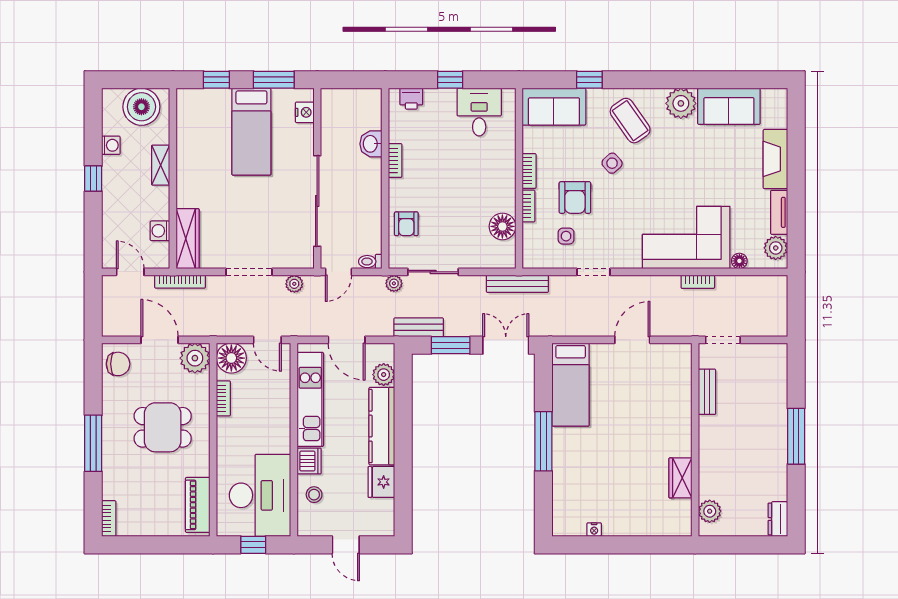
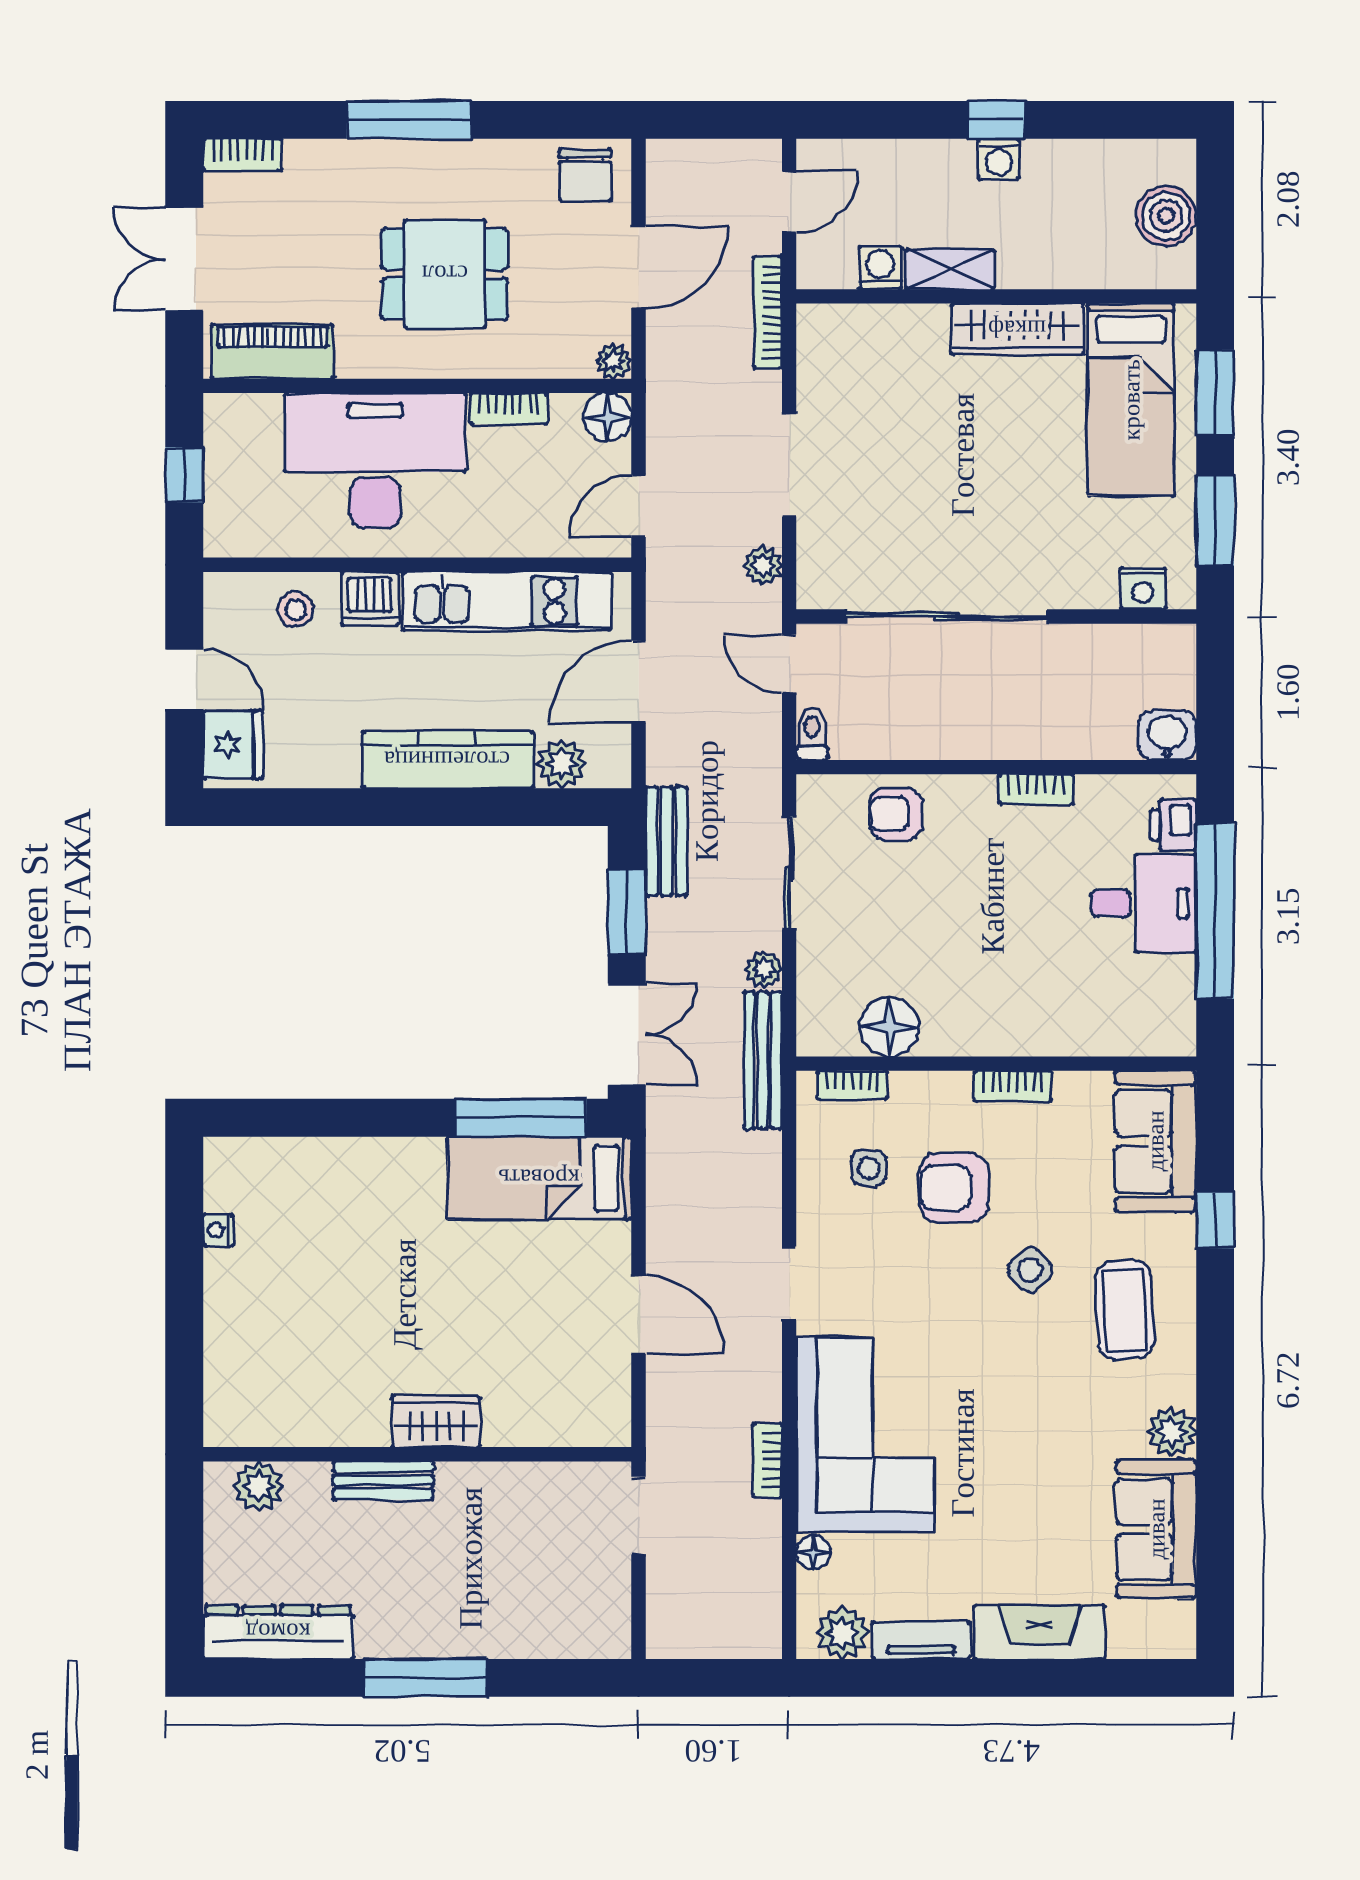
window: (216, 80) -> (1215, 393), width x1.50
window: (450, 80) -> (1215, 911), width x3.17
plant: (681, 103) -> (1172, 1431), width x0.73, depth x0.73
boiler: (141, 107) -> (1166, 216), width x0.73, depth x0.73
desk: (479, 112) -> (1143, 903), moved
coffee table: (630, 121) -> (1125, 1310), turned -58
bed: (251, 132) -> (1131, 400), moved, turned -90
washbasin: (371, 144) -> (1167, 736), moved
washing machine: (111, 145) -> (999, 159), moved
shelving: (161, 165) -> (950, 269), moved
bookcase: (528, 206) -> (852, 1085), moved
wardrobe: (188, 239) -> (1017, 329), moved
doorway: (594, 272) -> (789, 1283), moved
plant: (394, 283) -> (764, 969), moved
plant: (195, 358) -> (614, 361), width x0.53, depth x0.53
floor lamp: (231, 358) -> (607, 417), width x0.73, depth x0.73
bench: (707, 392) -> (383, 1481), moved
dining table: (163, 427) -> (445, 274), turned 90
window: (543, 441) -> (521, 1118), moved
wardrobe: (680, 478) -> (436, 1422), moved
fridge: (381, 482) -> (233, 745), moved, turned 90
desk: (260, 495) -> (375, 461), moved, turned 180
dresser: (778, 519) -> (278, 1632), width x1.96, depth x1.24
double door: (156, 545) -> (184, 259), added
door: (346, 545) -> (184, 680), swing flipped

